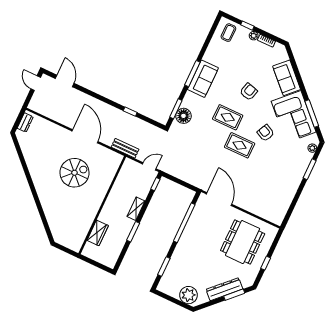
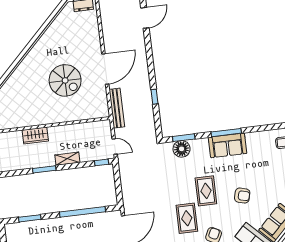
bench: (125, 148) -> (117, 108), width x1.36
wardrobe: (98, 233) -> (35, 136), moved

